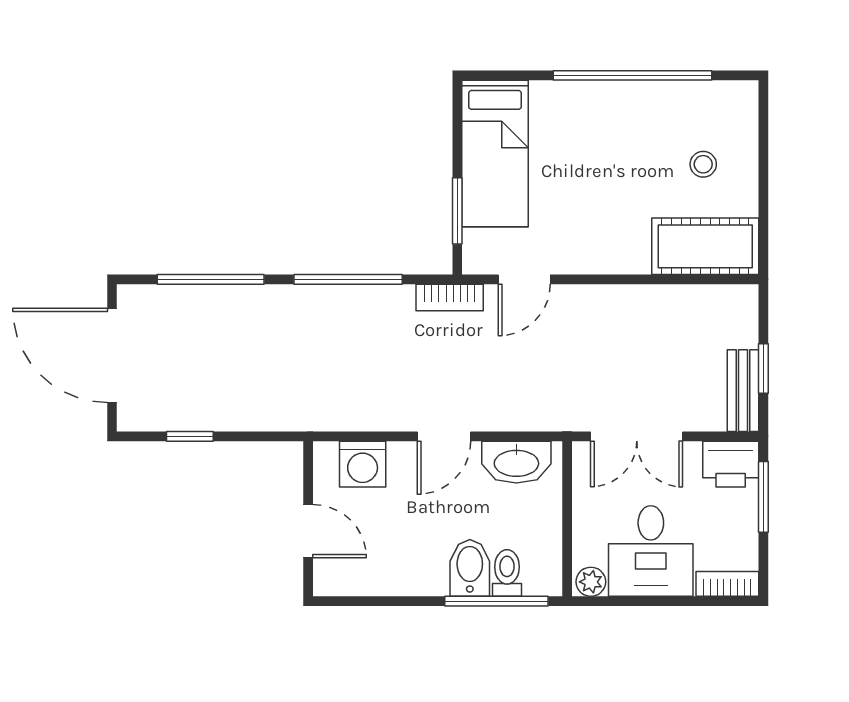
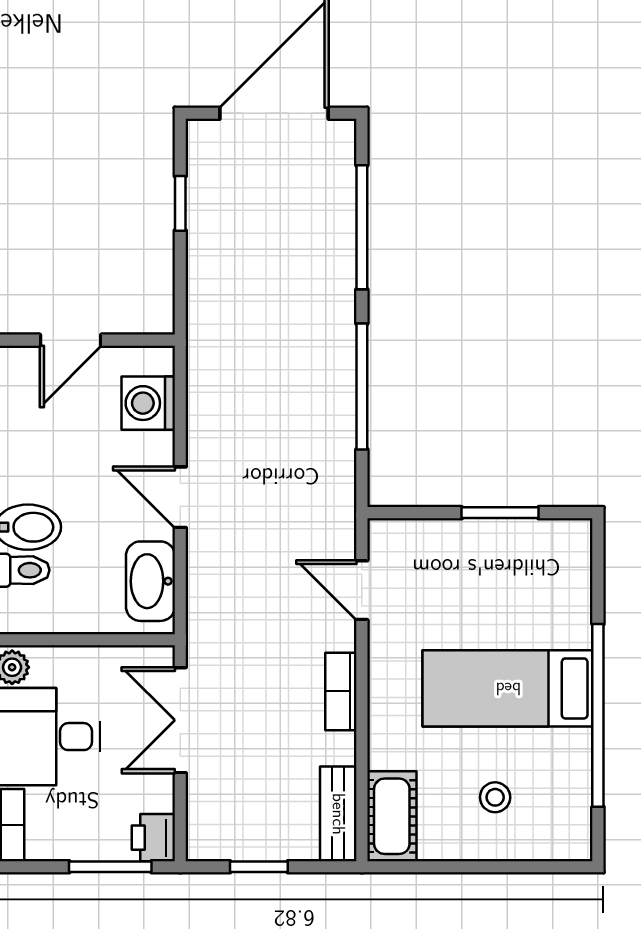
bed: (495, 153) -> (508, 688), moved
window: (457, 211) -> (500, 513), moved
cot: (705, 246) -> (392, 816), width x0.73, depth x0.75
bookcase: (450, 298) -> (341, 691), moved
bench: (743, 391) -> (338, 814), moved, turned 90
printer: (731, 464) -> (153, 838), width x0.73, depth x0.81

